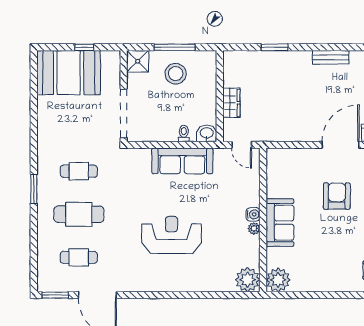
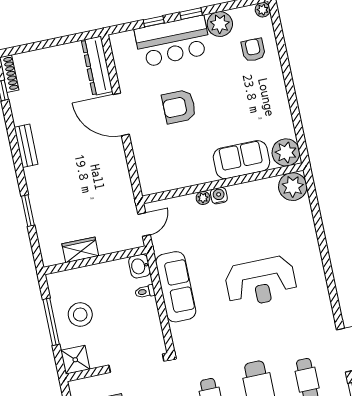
wardrobe: (231, 103) -> (80, 250), moved
sofa: (280, 223) -> (241, 160), moved
plant: (254, 228) -> (203, 198), moved
reception desk: (171, 235) -> (261, 282), turned -90

